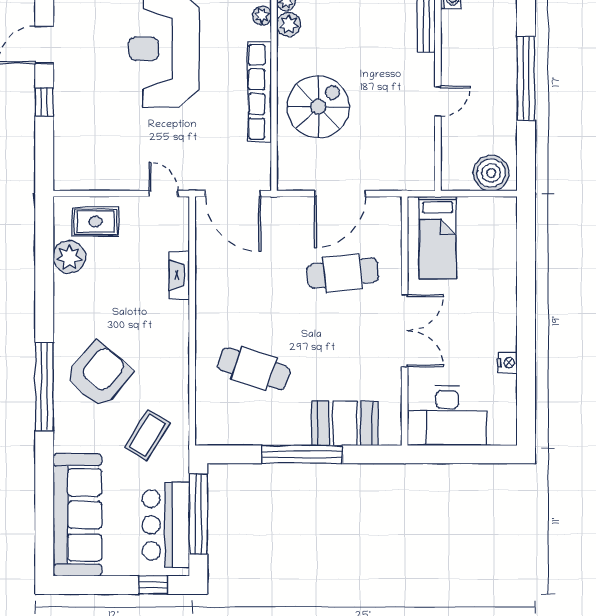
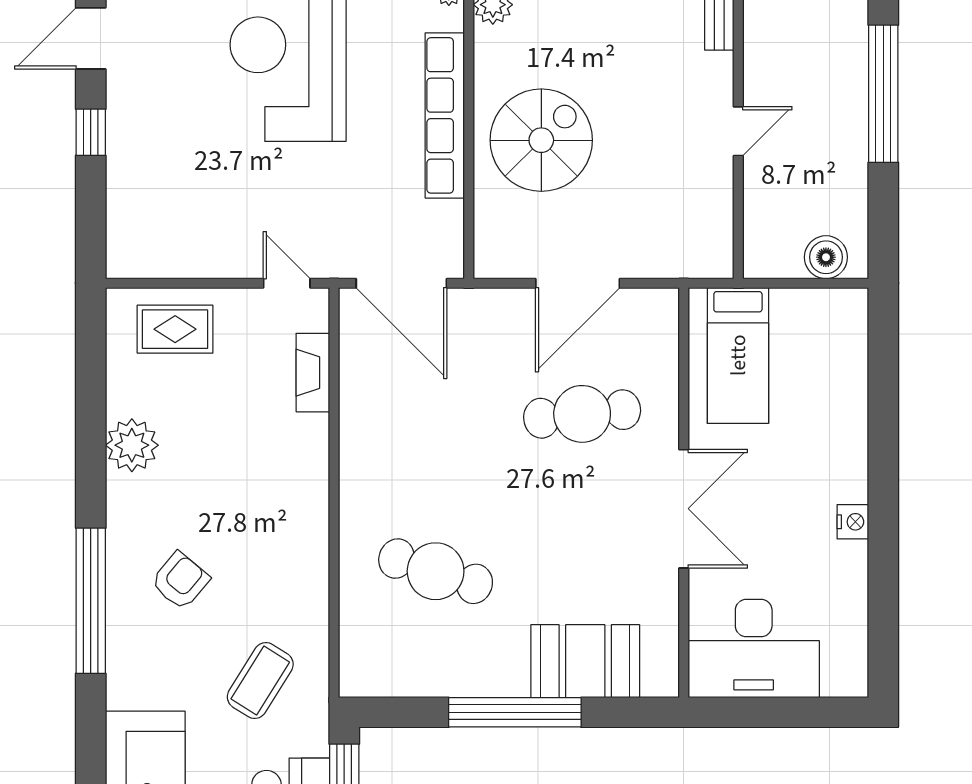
boiler: (491, 173) -> (826, 257), width x0.73, depth x0.73
plant: (69, 257) -> (132, 445), moved
fireplace: (179, 275) -> (313, 373), moved
nightstand: (507, 363) -> (853, 522), moved
armchair: (99, 374) -> (180, 581), width x0.53, depth x0.53

